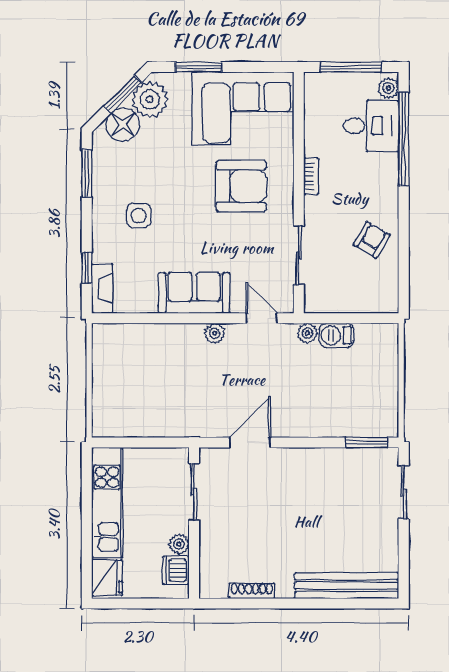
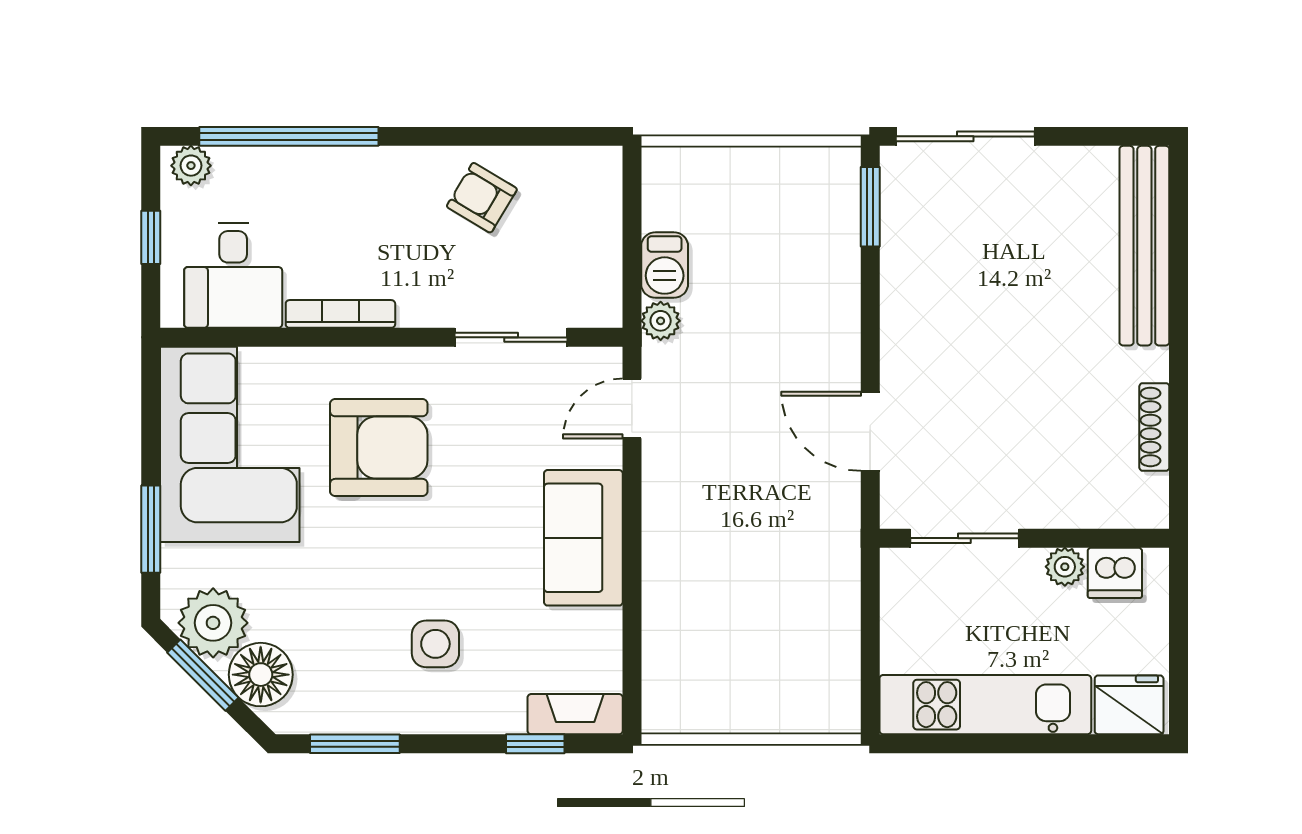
window: (351, 67) -> (151, 237), width x0.46
desk: (371, 126) -> (233, 275), moved, turned 180
bookcase: (311, 176) -> (340, 314), width x1.56
armchair: (241, 186) -> (379, 448), turned 90
plant: (215, 333) -> (661, 498), removed
sliding door: (404, 492) -> (965, 136), width x1.37

